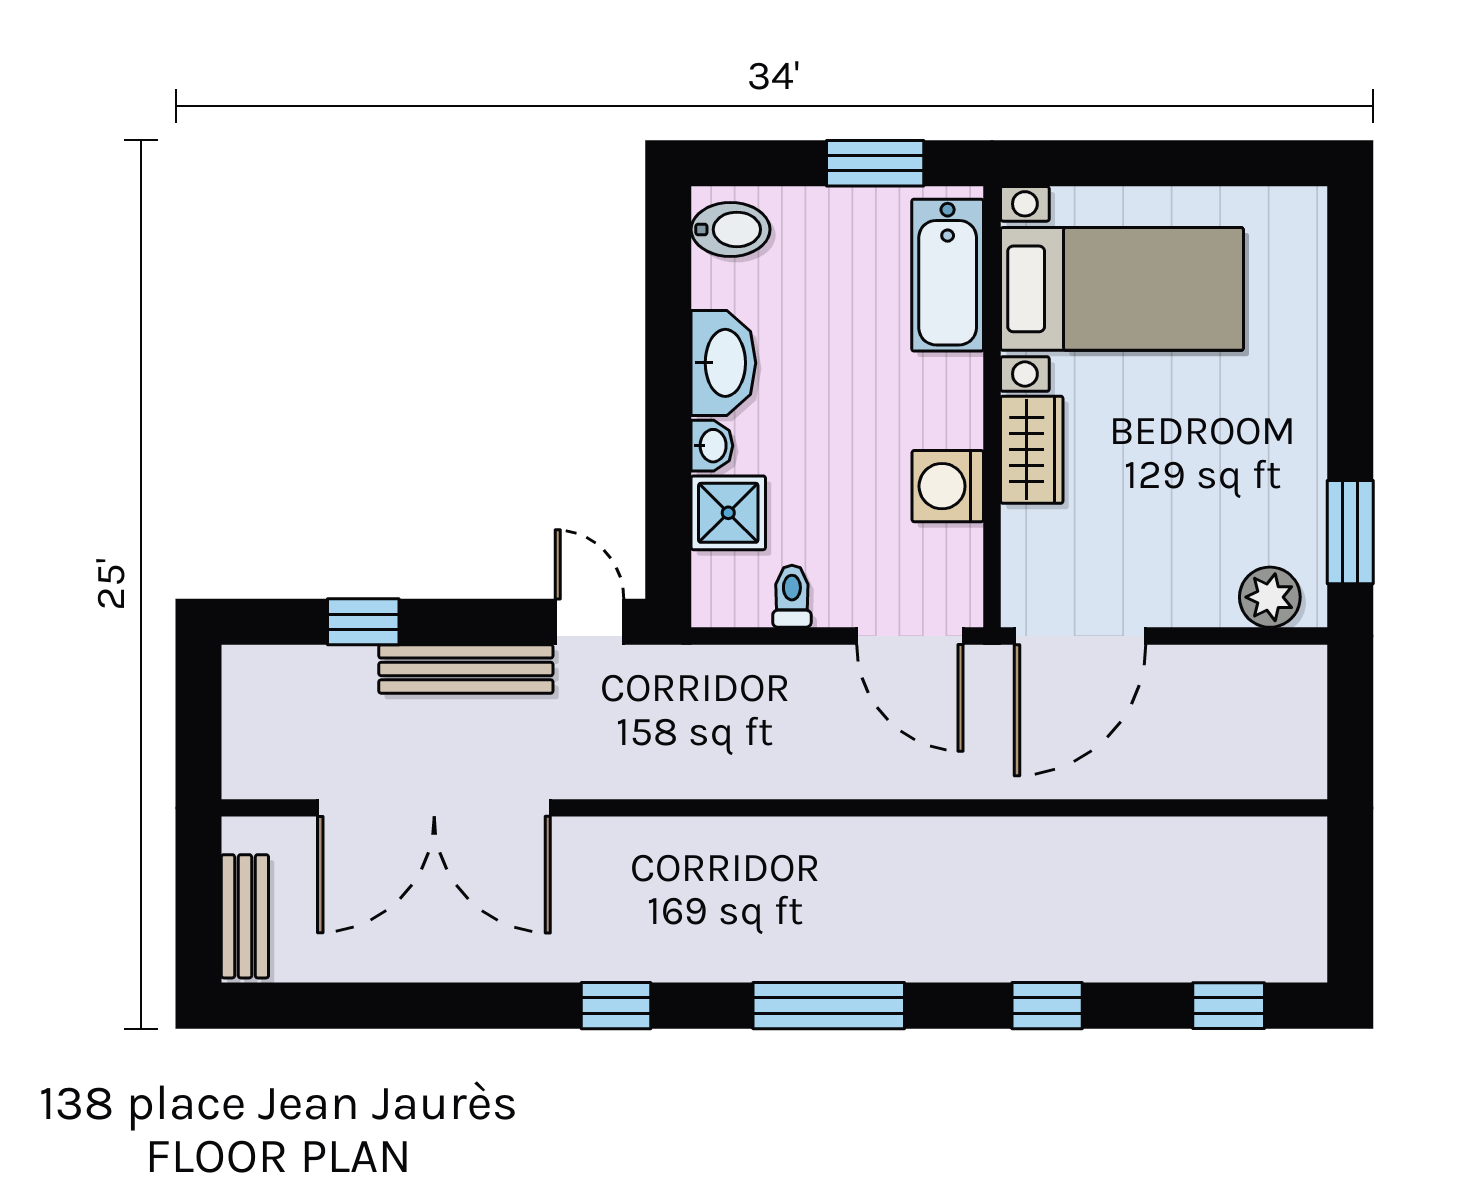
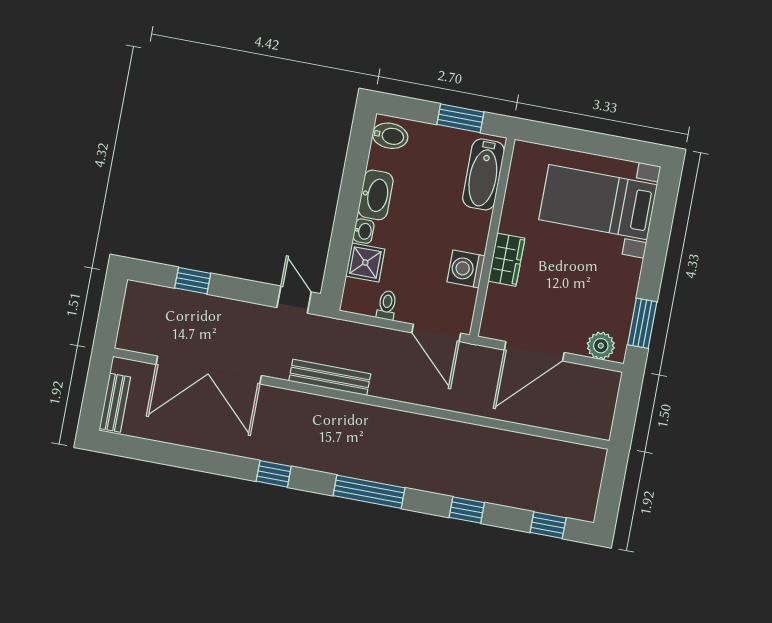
bed with nightstands: (1122, 289) -> (598, 202), moved, turned 180
door: (1080, 636) -> (534, 351), moved
bench: (466, 669) -> (330, 377), moved

